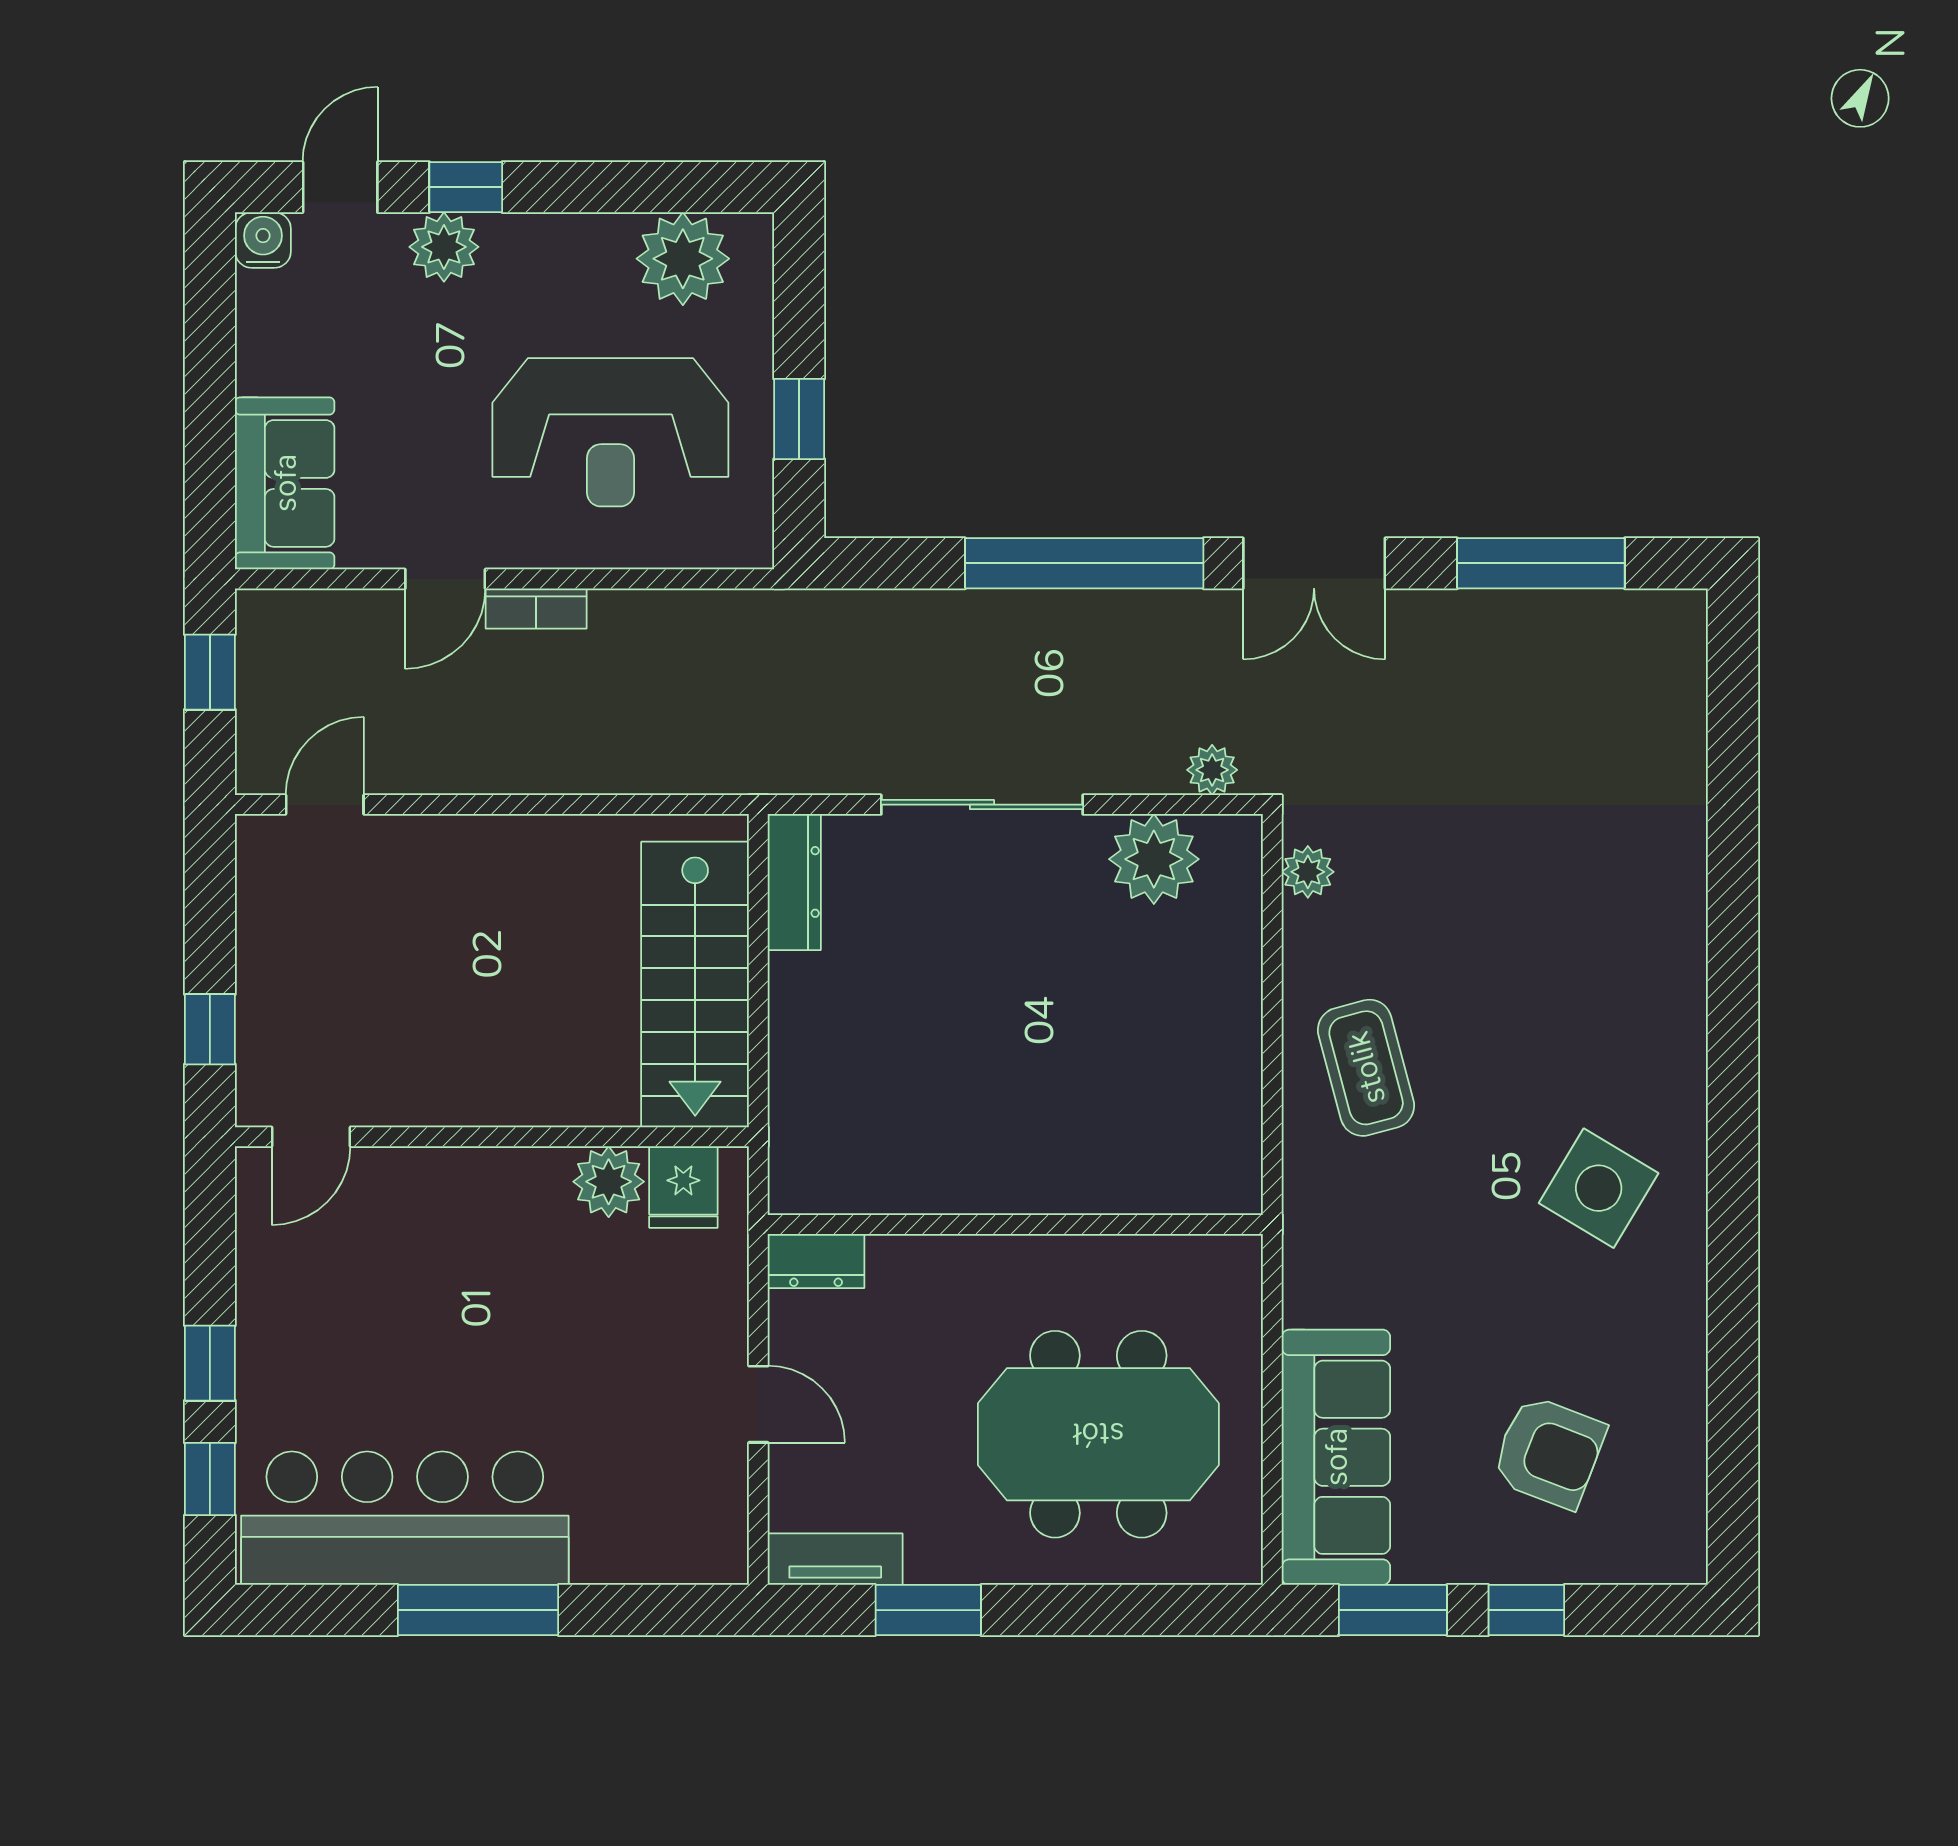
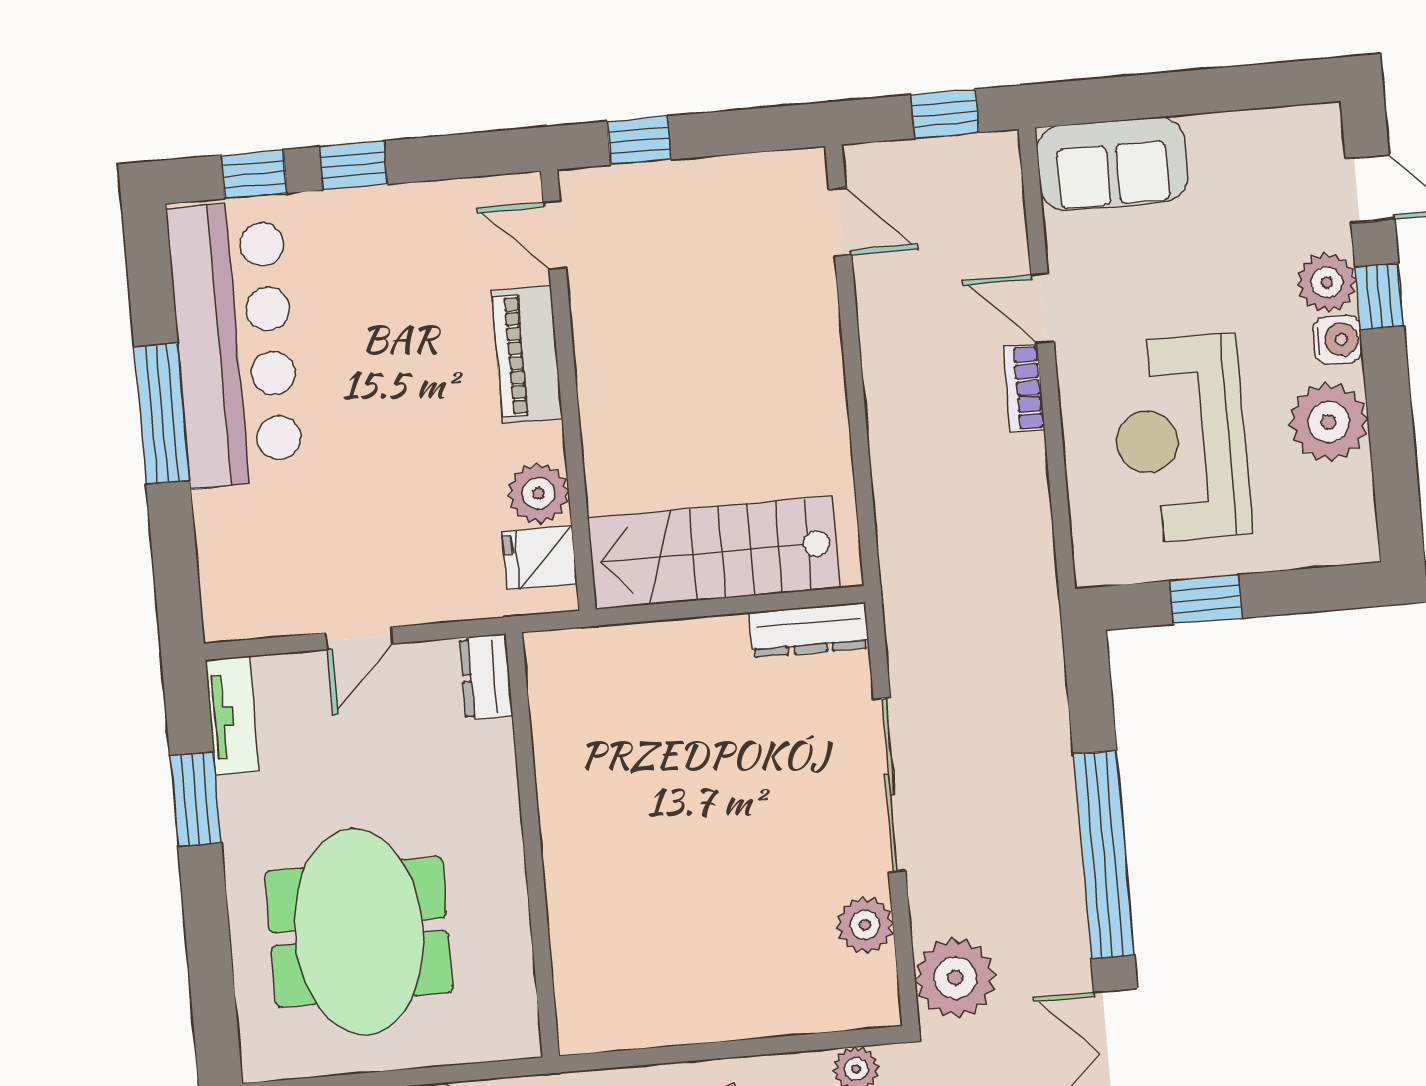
water cooler: (263, 240) -> (1338, 340), moved
plant: (683, 259) -> (1329, 422), moved
plant: (1212, 770) -> (955, 978), width x1.87, depth x1.87
plant: (1154, 859) -> (865, 925), width x0.73, depth x0.73
piano: (447, 1181) -> (527, 355), added

